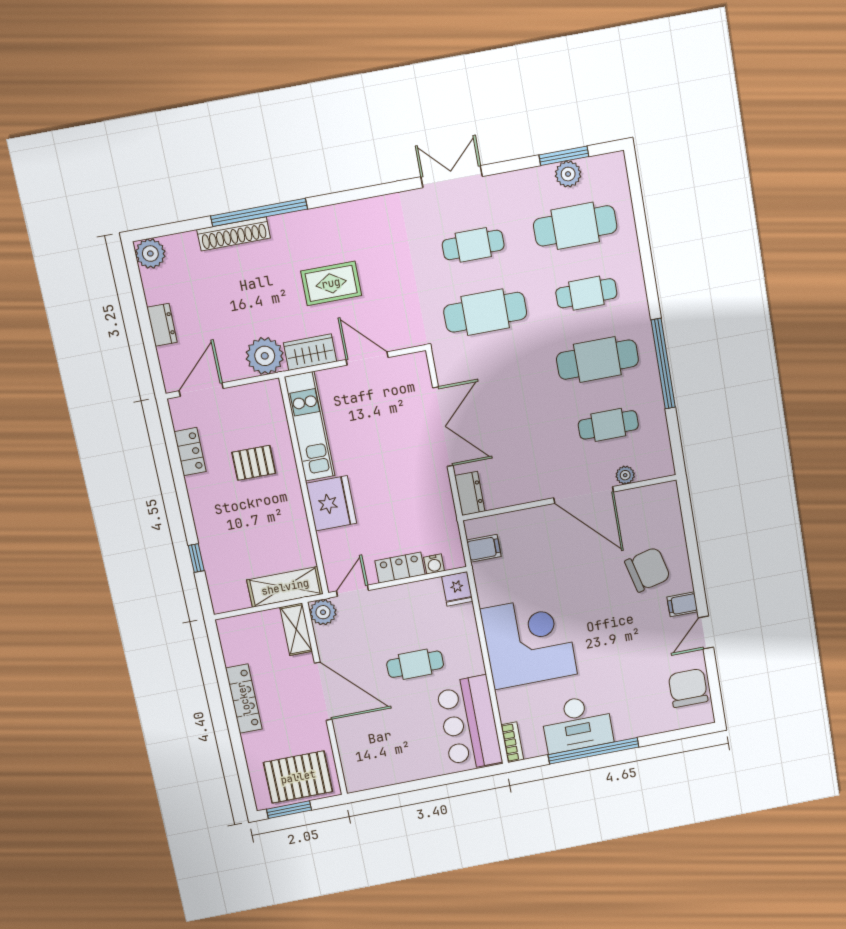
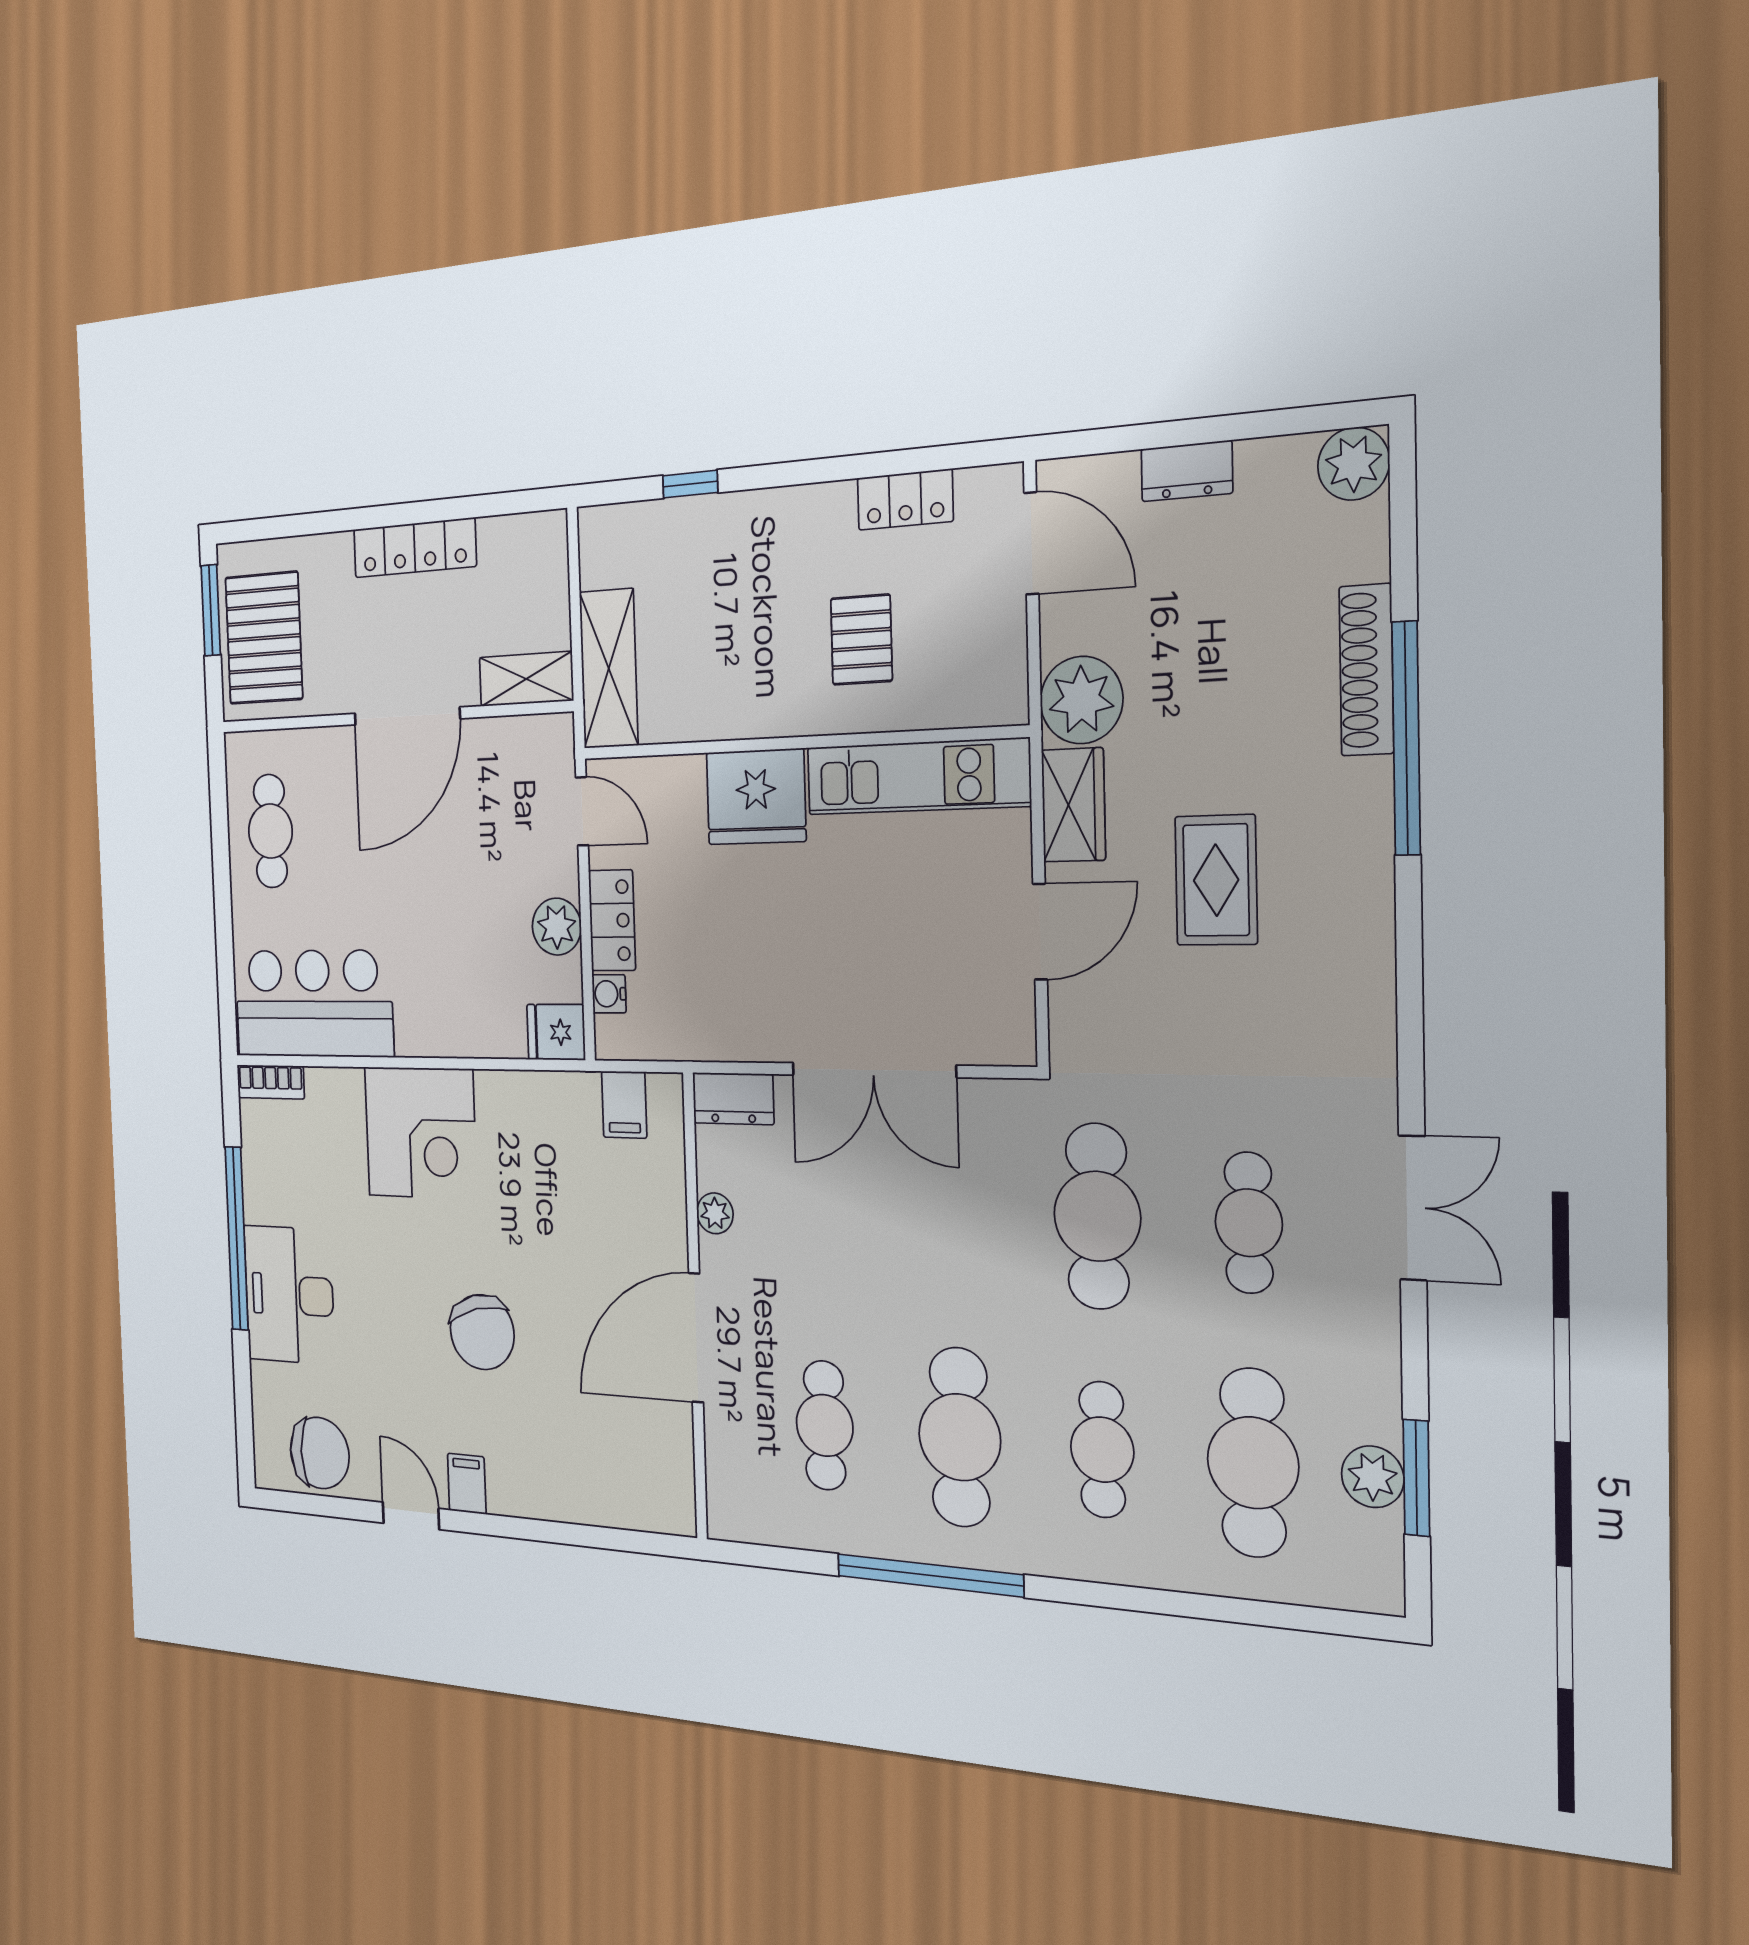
plant: (625, 475) -> (715, 1213), moved
chair: (648, 570) -> (482, 1332), moved
plant: (323, 612) -> (557, 927), moved
corner desk: (529, 642) -> (421, 1133), width x0.74, depth x0.74
cafe table: (415, 664) -> (270, 831), moved
desk: (577, 724) -> (289, 1295), moved

